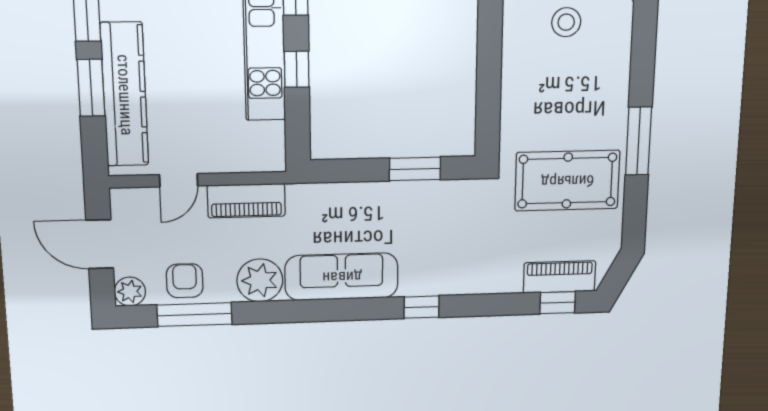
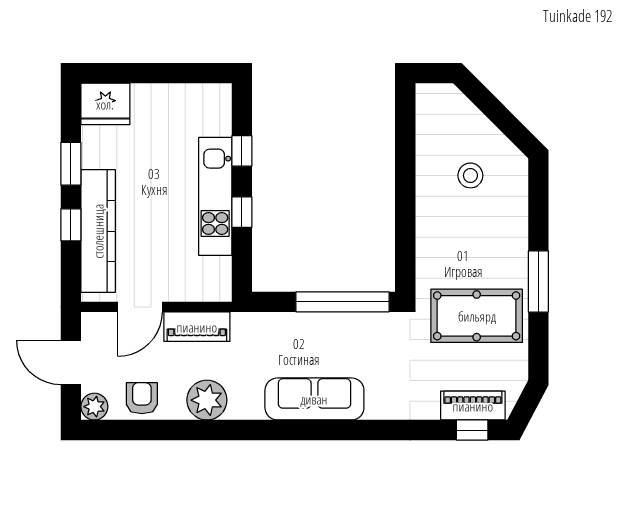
window: (91, 88) -> (71, 225), width x0.67
window: (415, 169) -> (342, 302), width x2.11
door: (179, 180) -> (140, 307), width x1.38
sofa: (342, 277) -> (314, 399), moved
window: (421, 307) -> (349, 430), removed
window: (195, 315) -> (149, 430), removed

